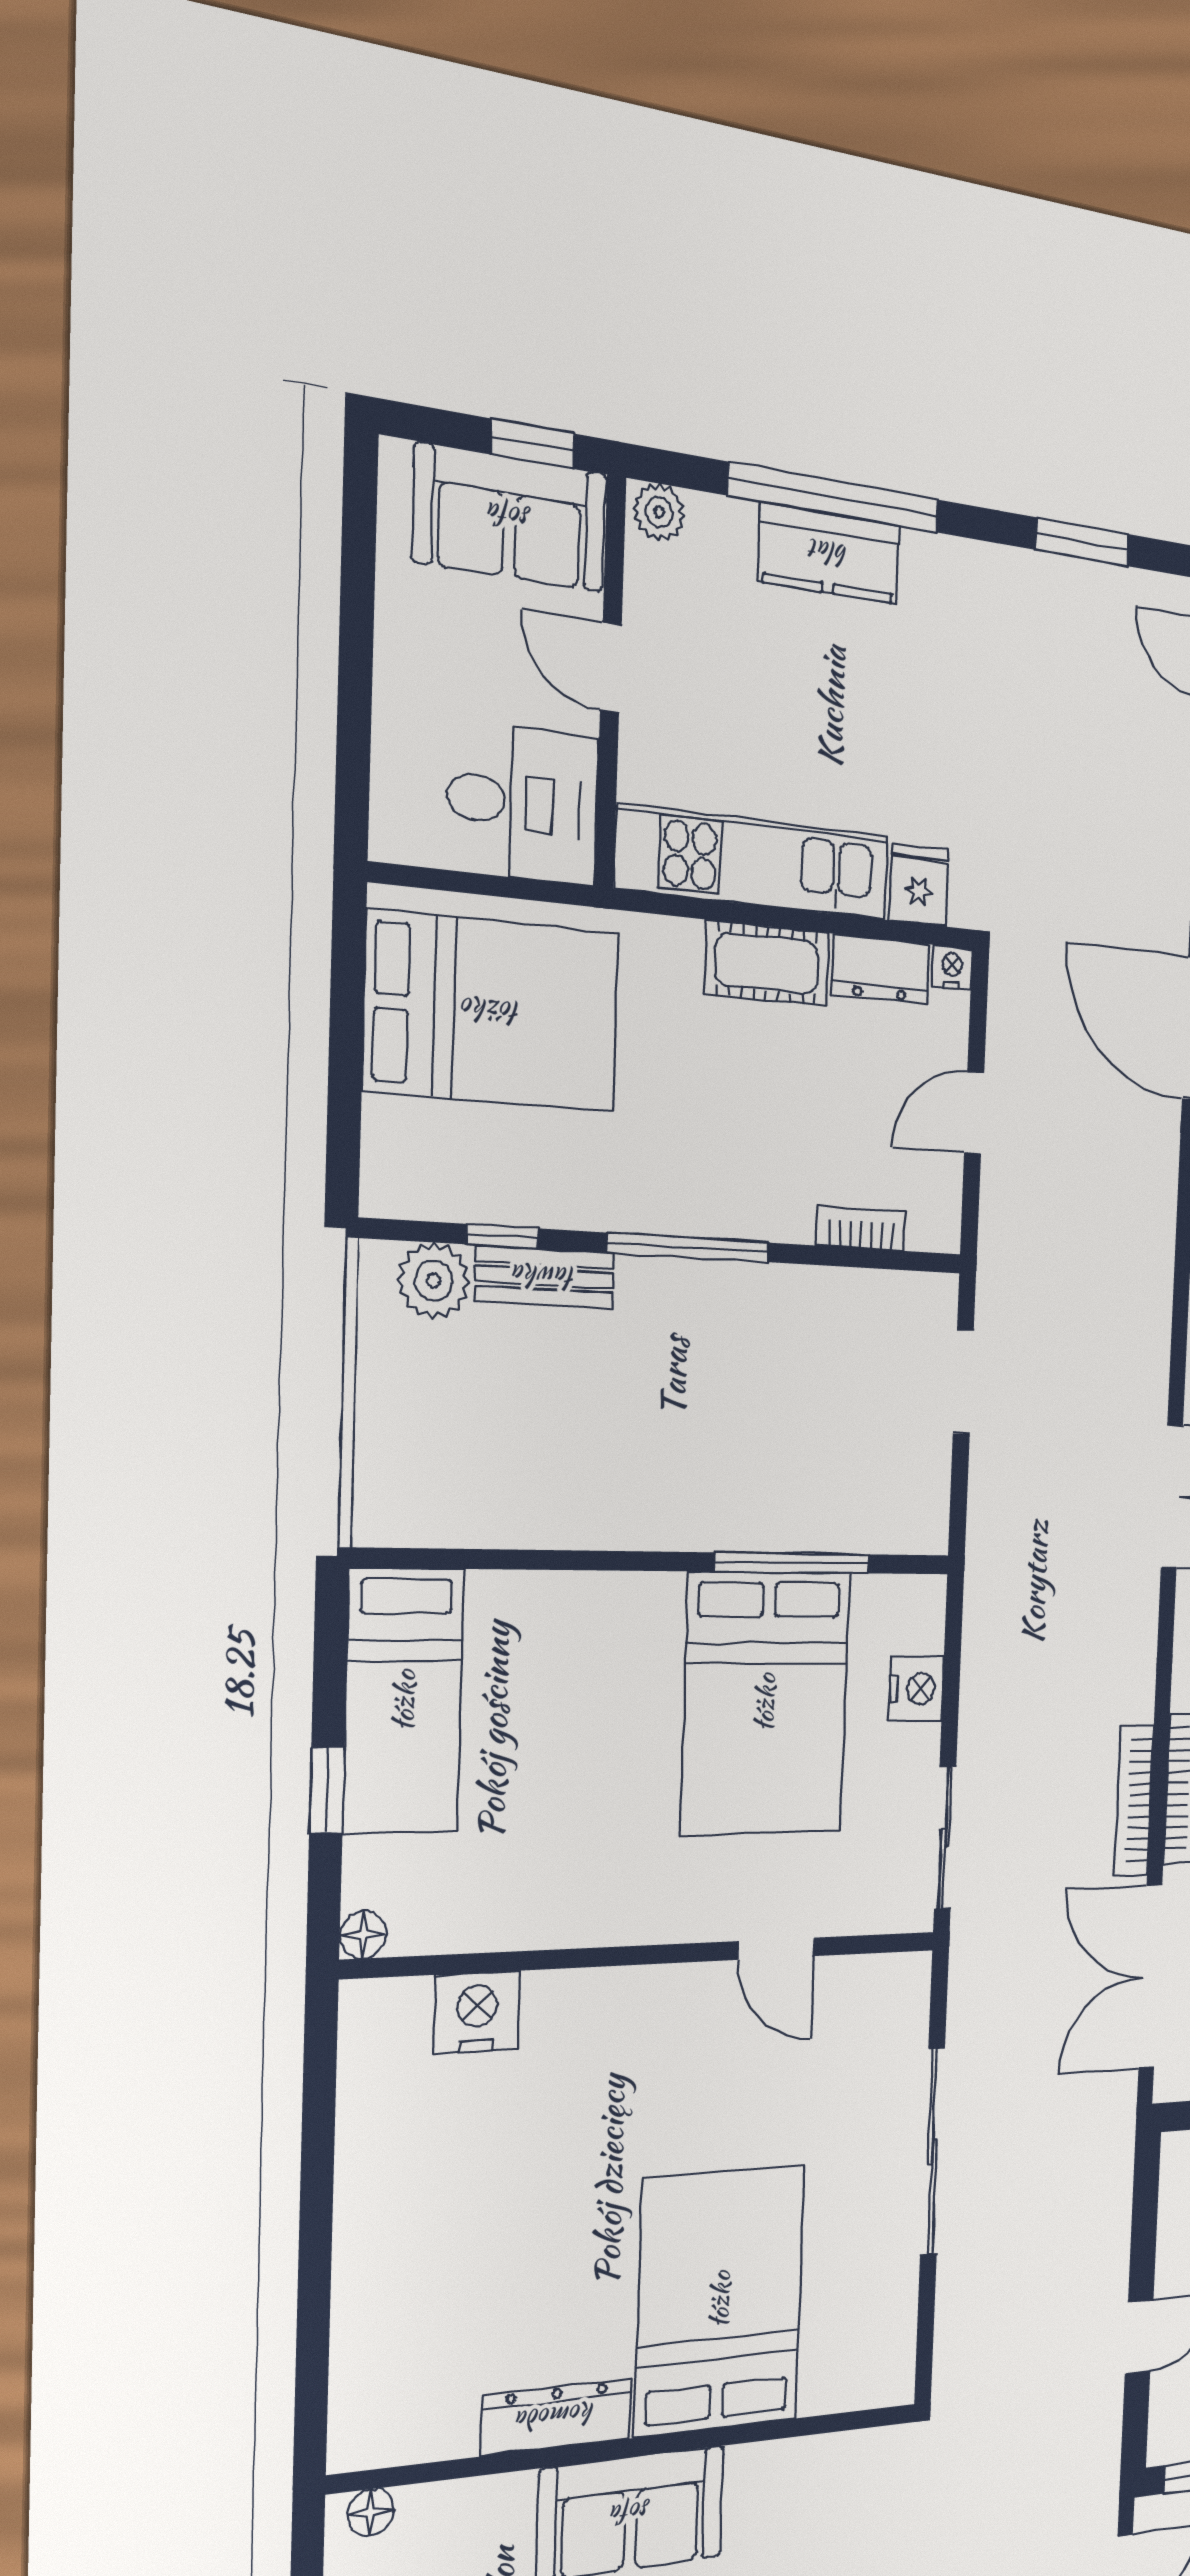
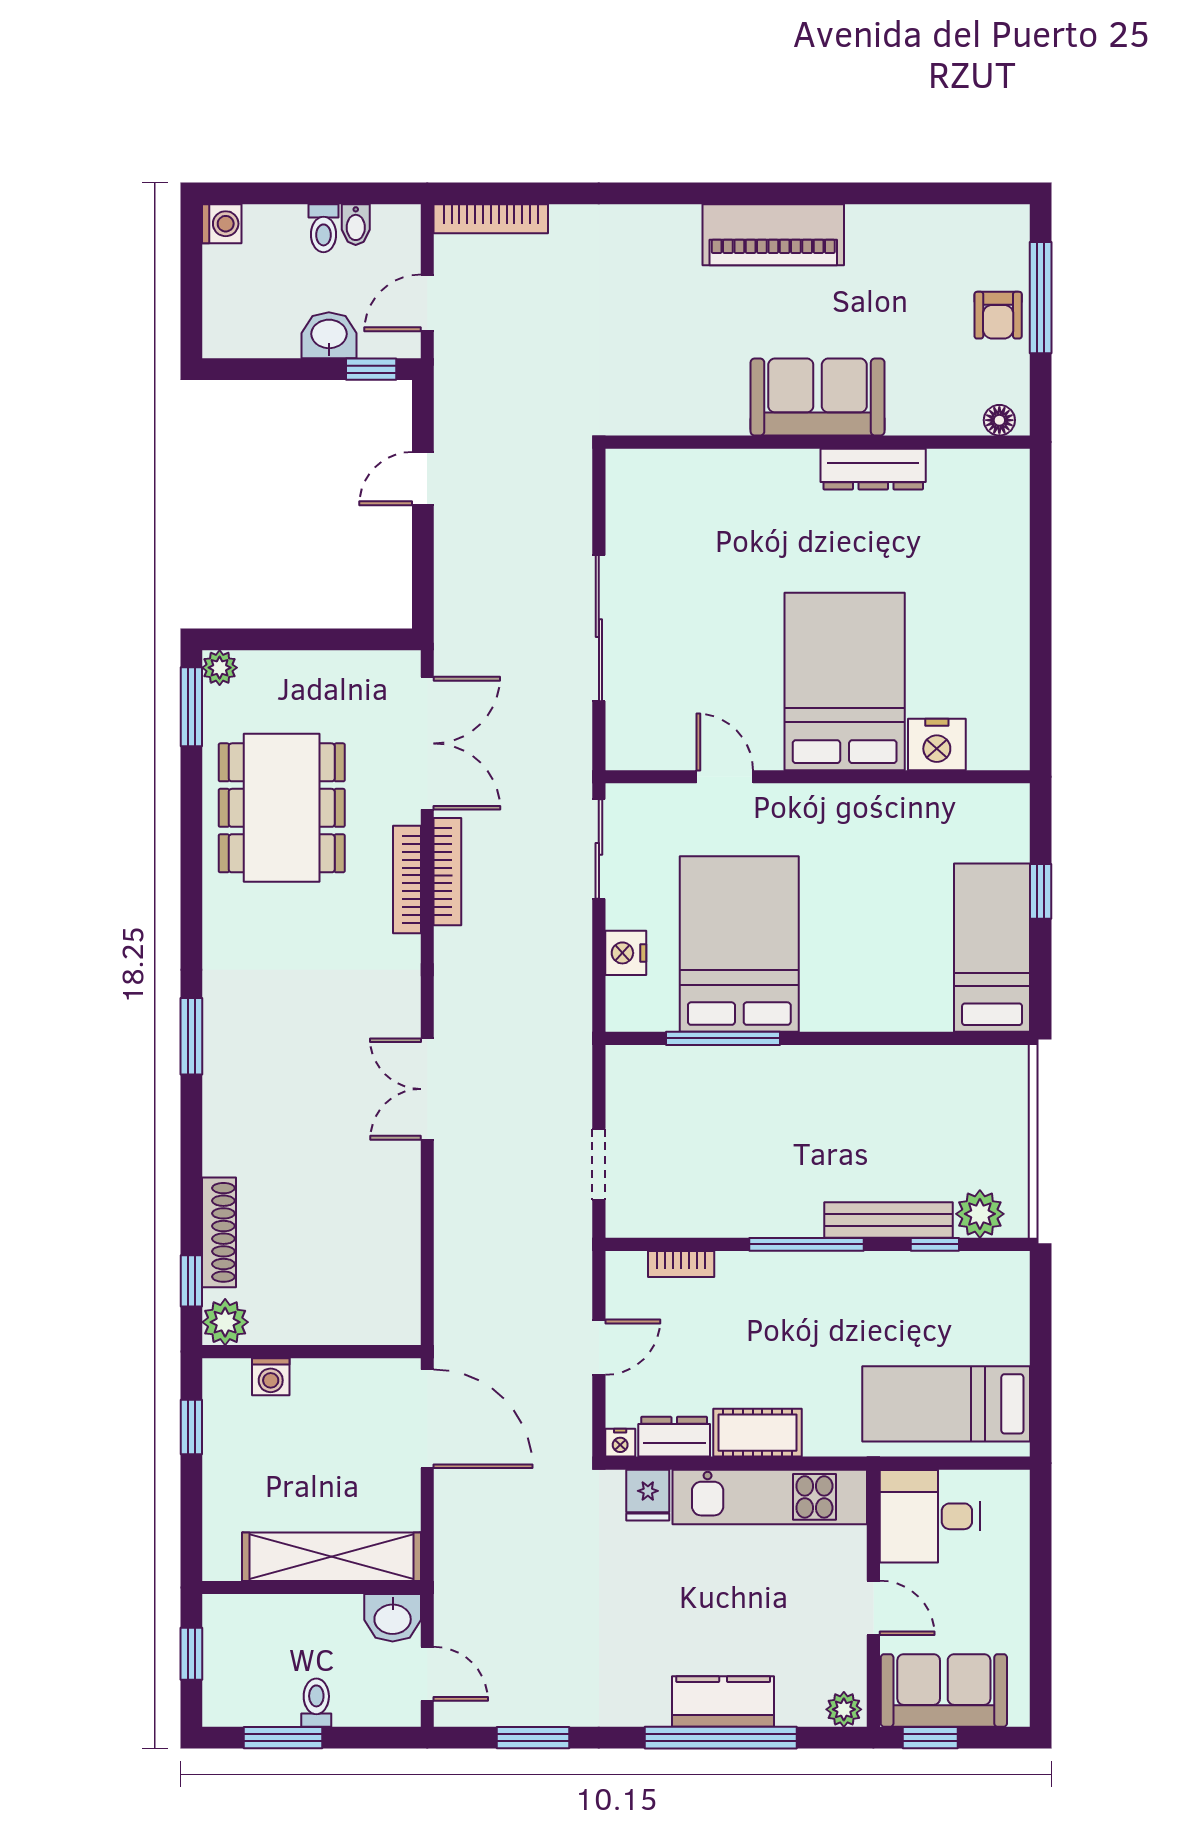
bed: (492, 1011) -> (946, 1404), width x0.67
bench: (545, 1277) -> (888, 1220), width x1.36
floor lamp: (363, 1935) -> (1015, 798), removed
bed: (720, 2300) -> (845, 681), moved, turned 180

